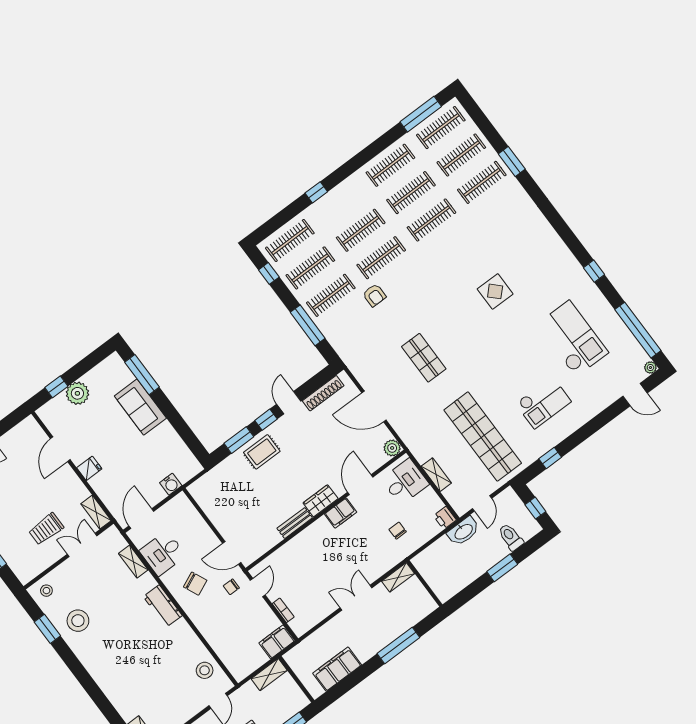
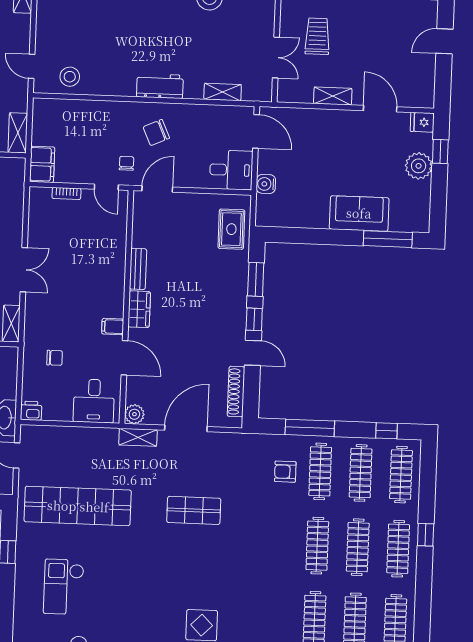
clothes rail: (340, 203) -> (398, 549), added
armchair: (374, 295) -> (285, 472), moved
rug: (262, 452) -> (231, 229), moved
fridge: (89, 468) -> (422, 122), moved, turned 90
shelving: (436, 475) -> (138, 437), moved
shelving: (96, 512) -> (333, 96), moved
filing cabinet: (341, 513) -> (113, 327), width x0.50
desk: (163, 553) -> (231, 170), moved, turned 90

